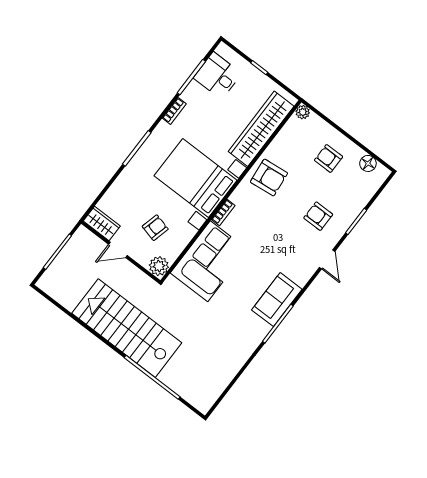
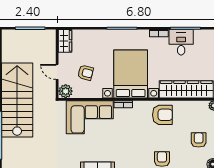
desk: (218, 76) -> (181, 42), moved
armchair: (269, 178) -> (162, 115), turned -84
door: (118, 250) -> (57, 72), moved

